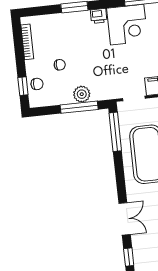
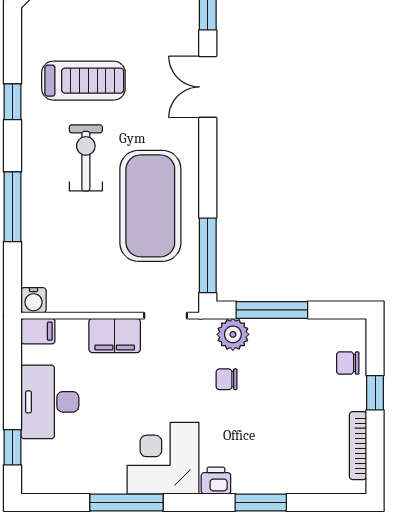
chair: (60, 65) -> (227, 379), moved
window: (23, 86) -> (375, 393), moved
plant: (82, 94) -> (233, 334), moved

